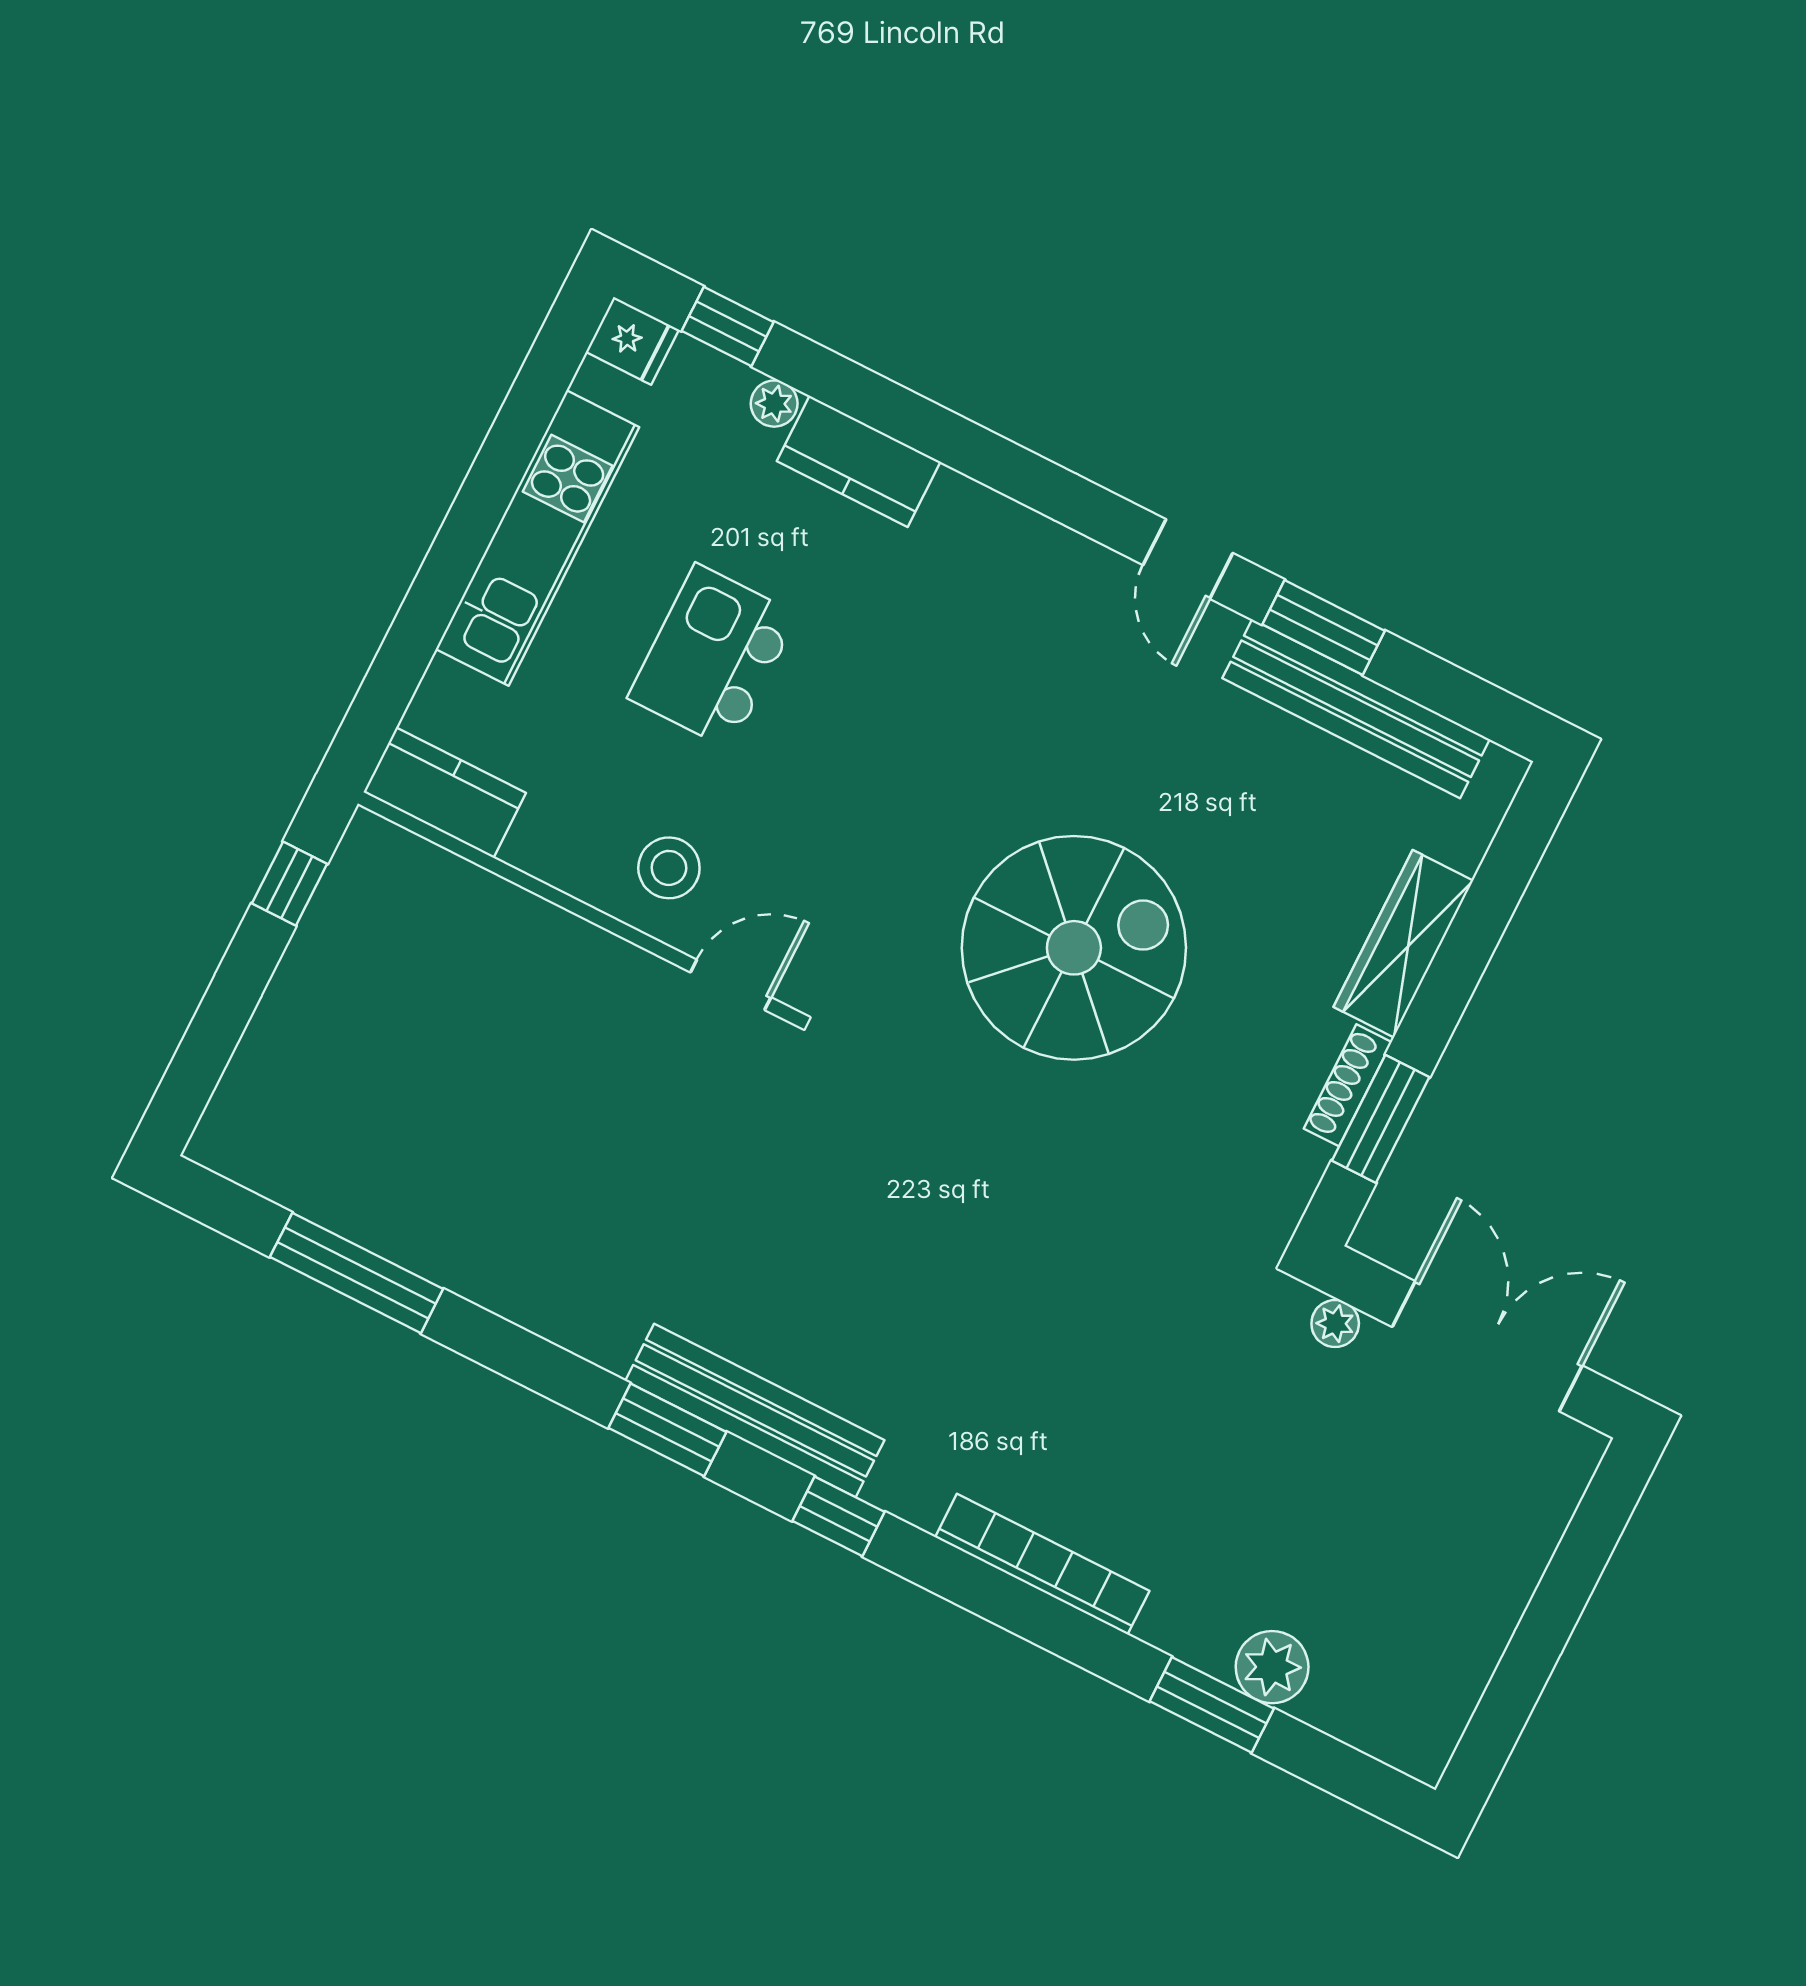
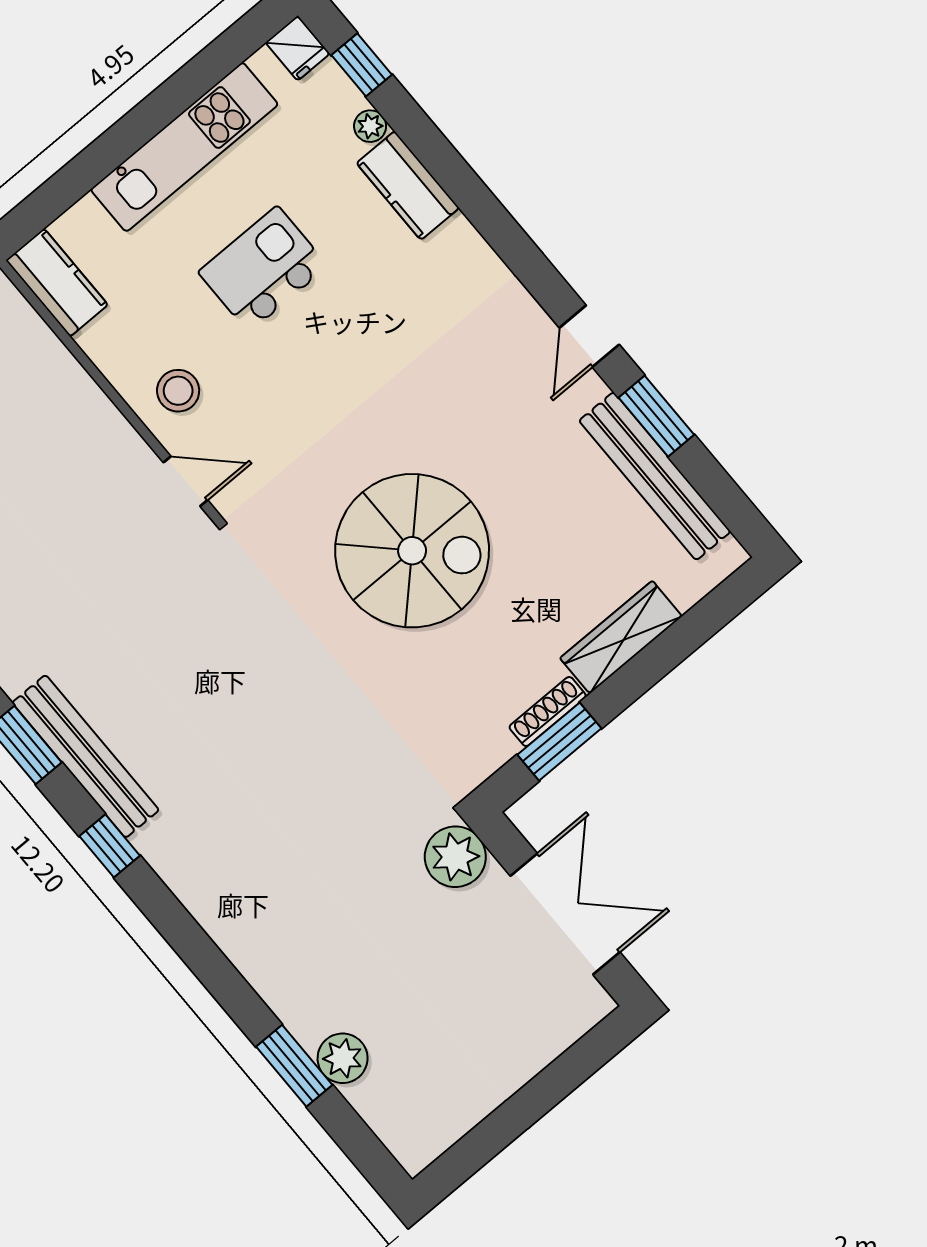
plant: (1335, 1324) -> (455, 857), width x1.88, depth x1.88
bookcase: (1042, 1564) -> (225, 931), removed

